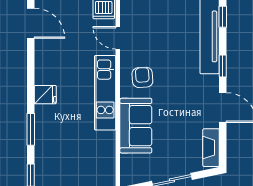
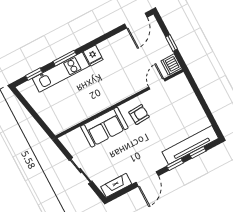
window: (223, 17) -> (198, 152), moved
kitchen unit: (105, 93) -> (61, 72), moved, turned 180

